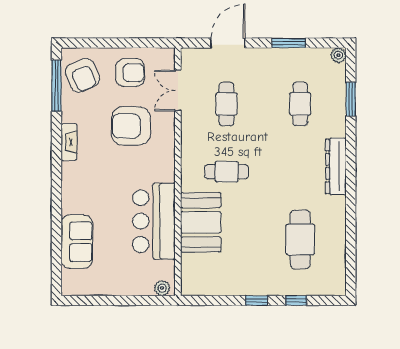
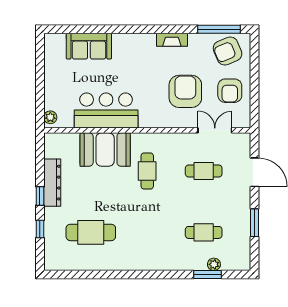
plant: (338, 55) -> (214, 264), moved
dresser: (336, 166) -> (52, 183), moved, turned 90

